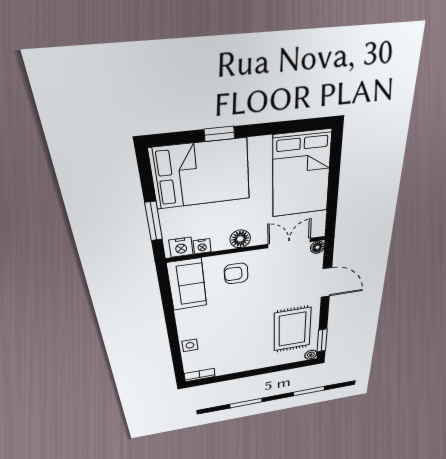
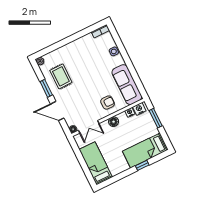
bed: (201, 174) -> (145, 150), width x0.67
bed: (301, 174) -> (96, 163), width x0.67
sofa: (187, 285) -> (127, 85), width x1.36
rug: (292, 329) -> (61, 76), width x0.73, depth x0.70
window: (322, 340) -> (46, 88), moved

